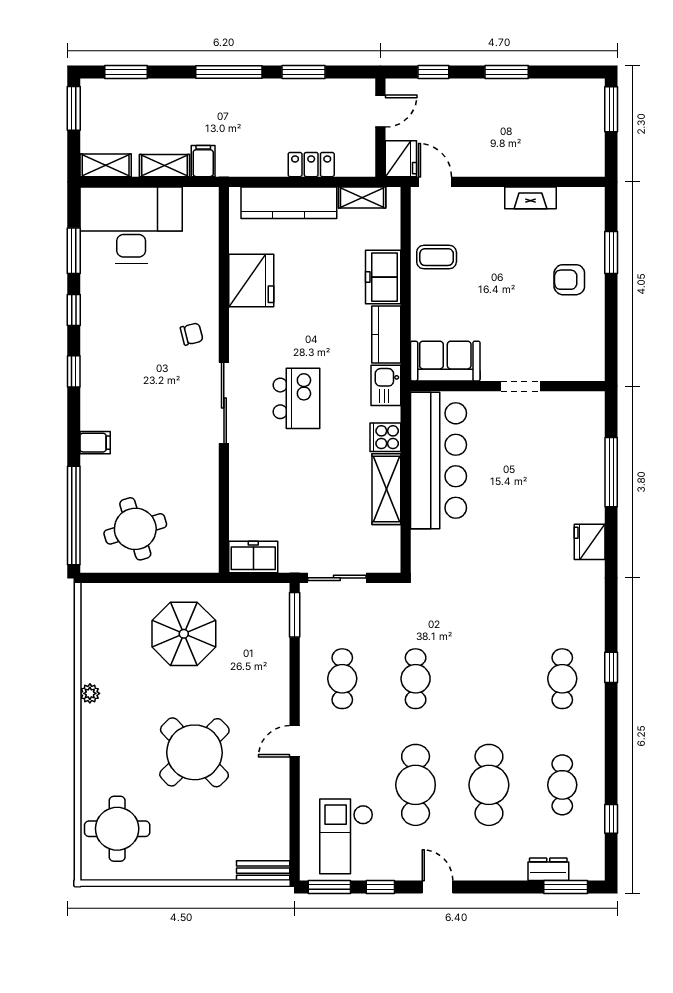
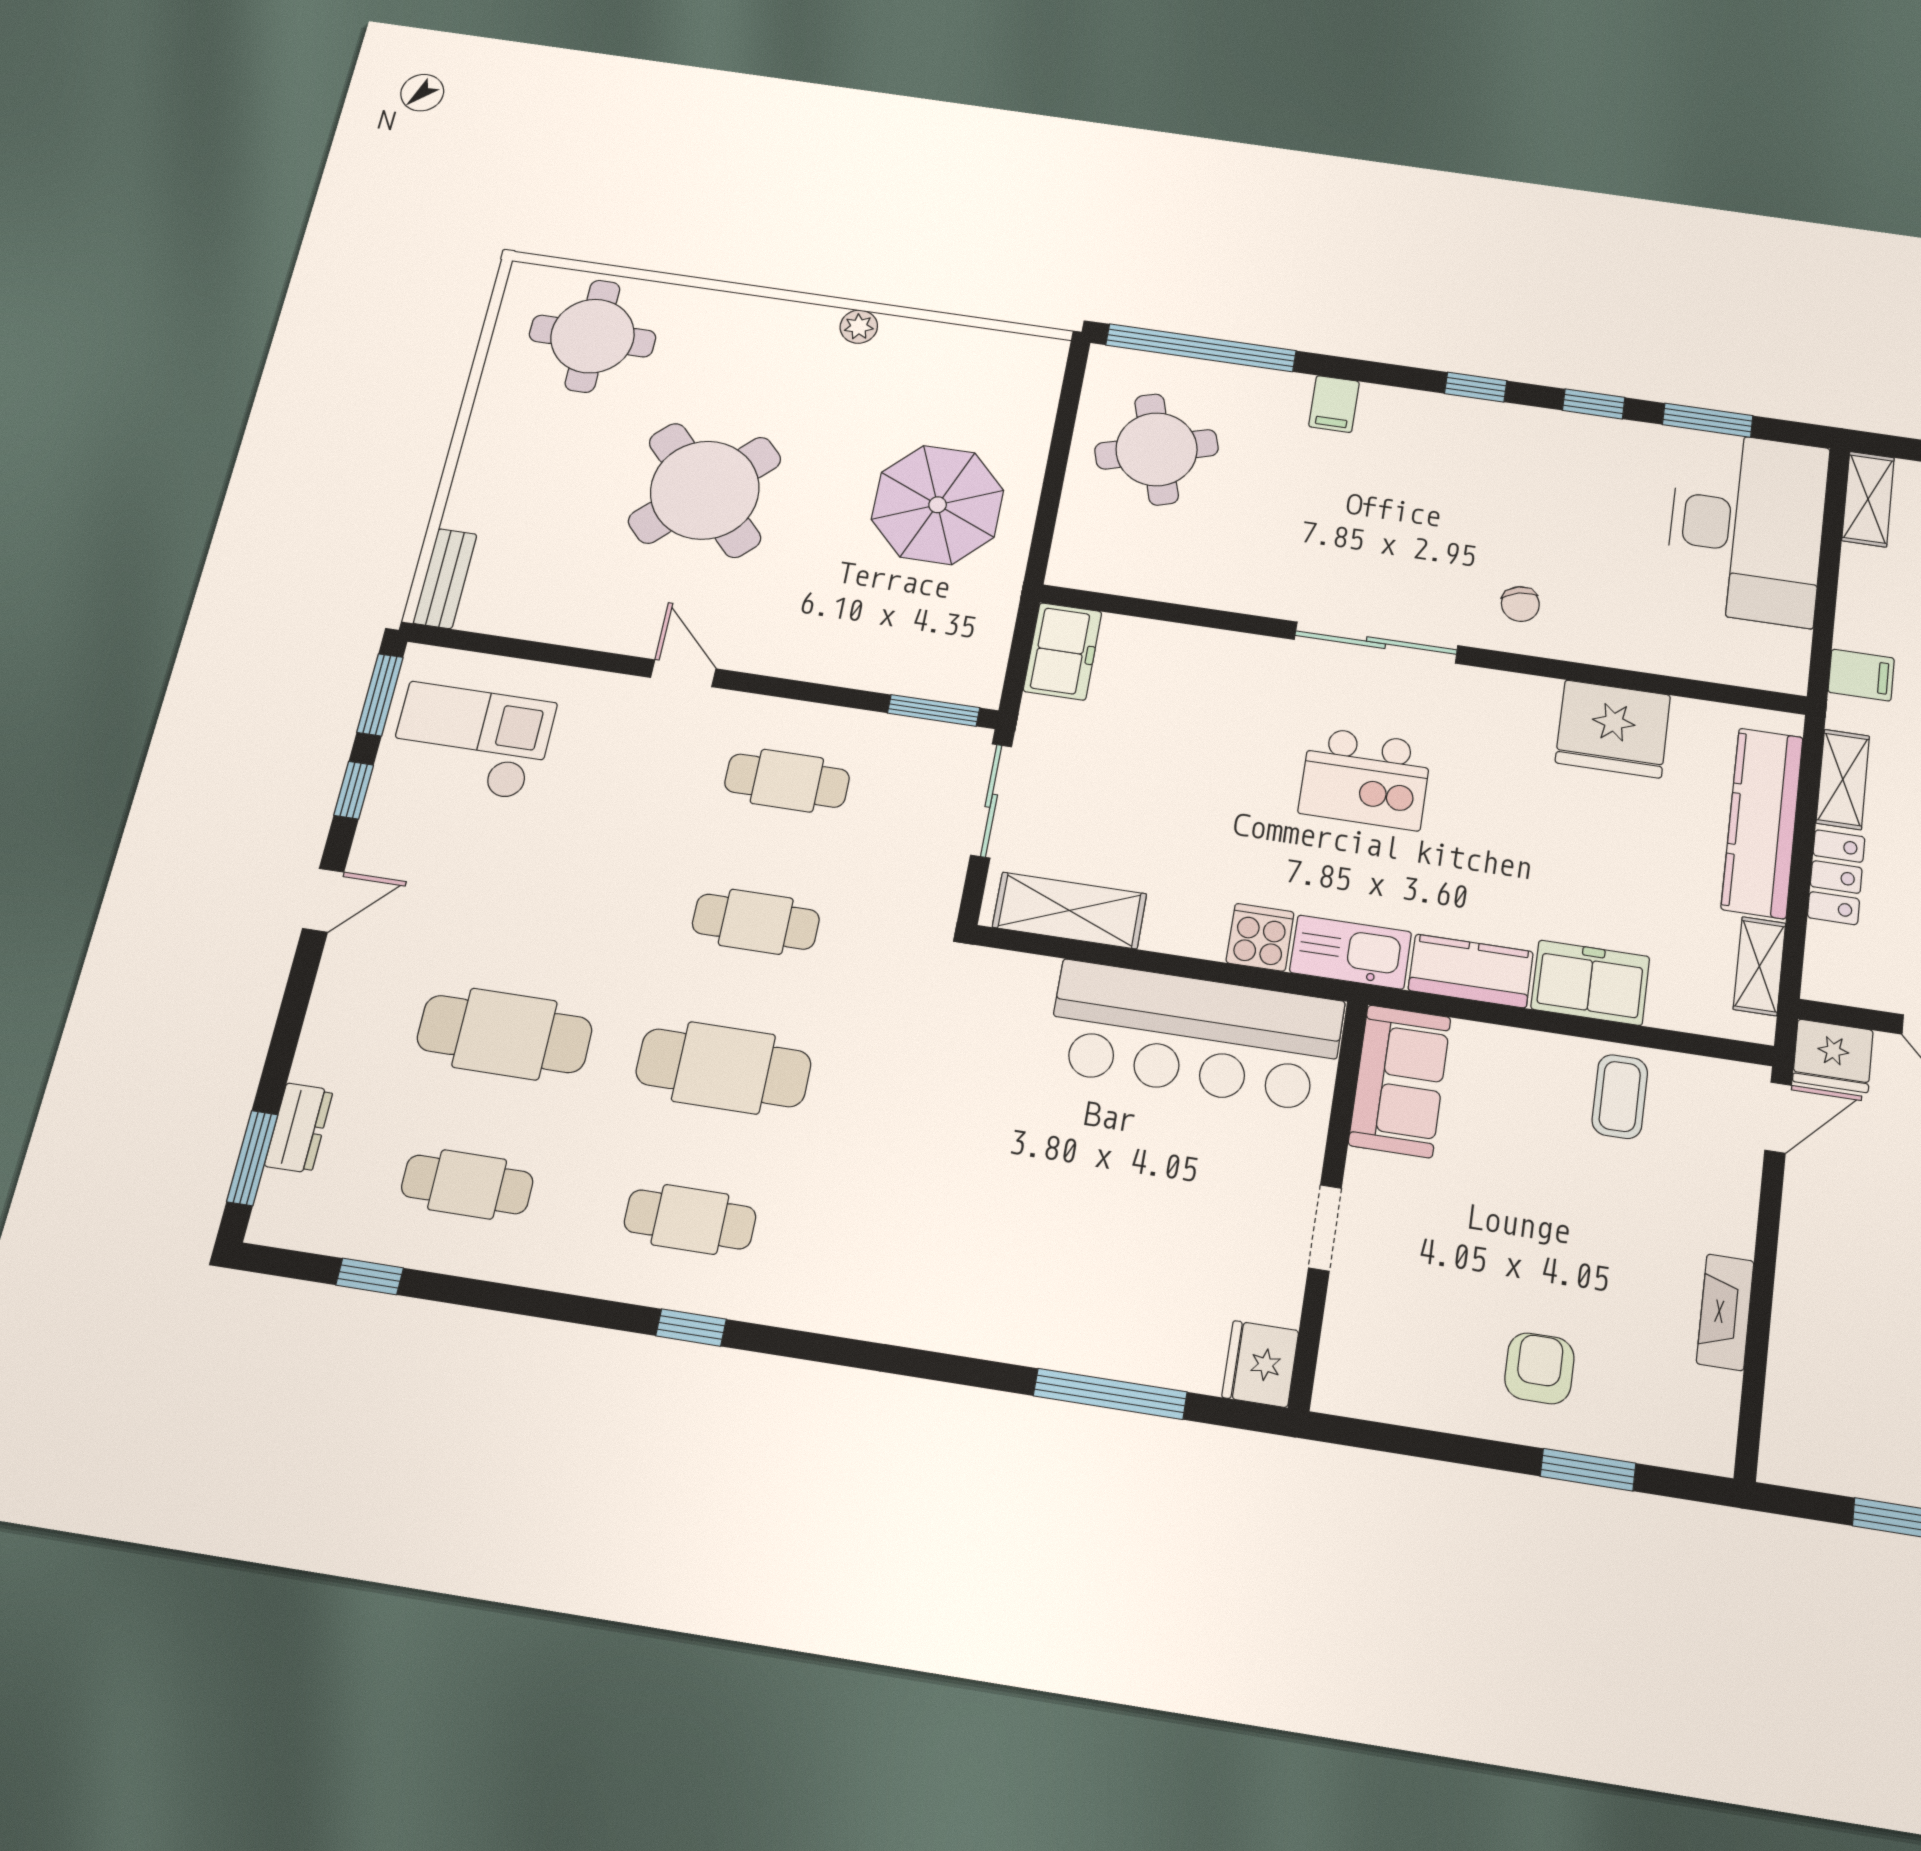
shelving: (164, 166) -> (1843, 779), moved
kitchen sink: (386, 385) -> (1351, 952), width x1.38
shelving: (386, 489) -> (1069, 910), moved
fridge: (590, 542) -> (1260, 1364), moved, turned -90
cafe table: (416, 785) -> (723, 1068), moved

